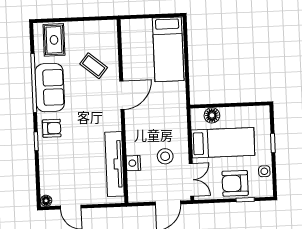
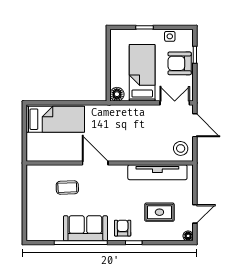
rug: (54, 40) -> (159, 212), moved
coffee table: (94, 66) -> (67, 188), turned 48
floor lamp: (212, 115) -> (117, 94), moved
stool: (165, 156) -> (181, 148), moved
nightstand: (133, 163) -> (157, 155), removed
armchair: (235, 183) -> (180, 63), turned 90

